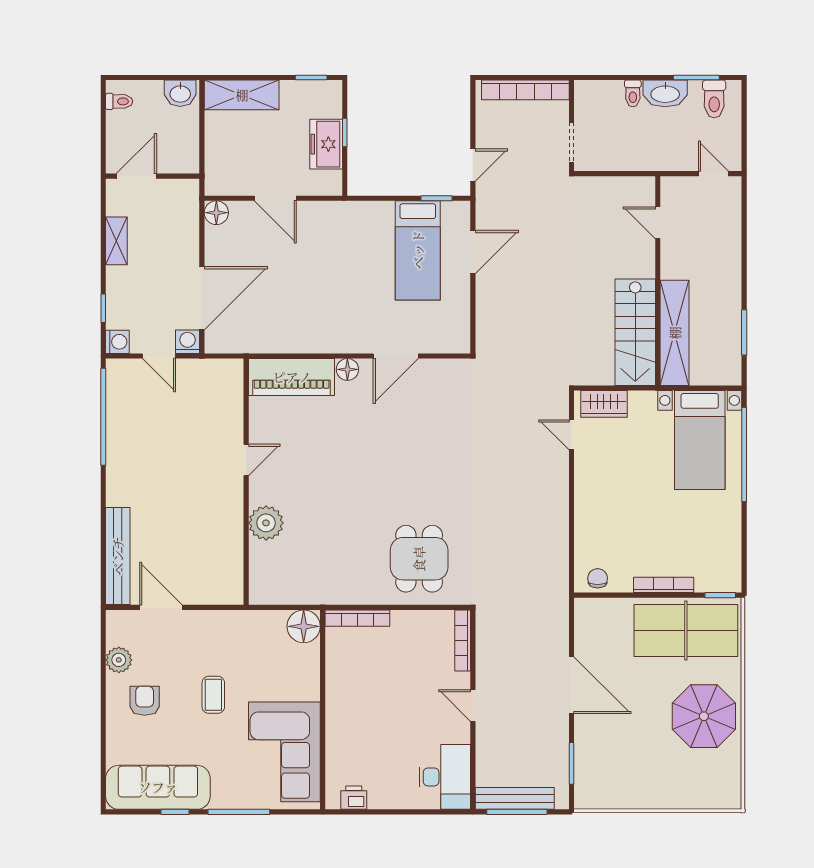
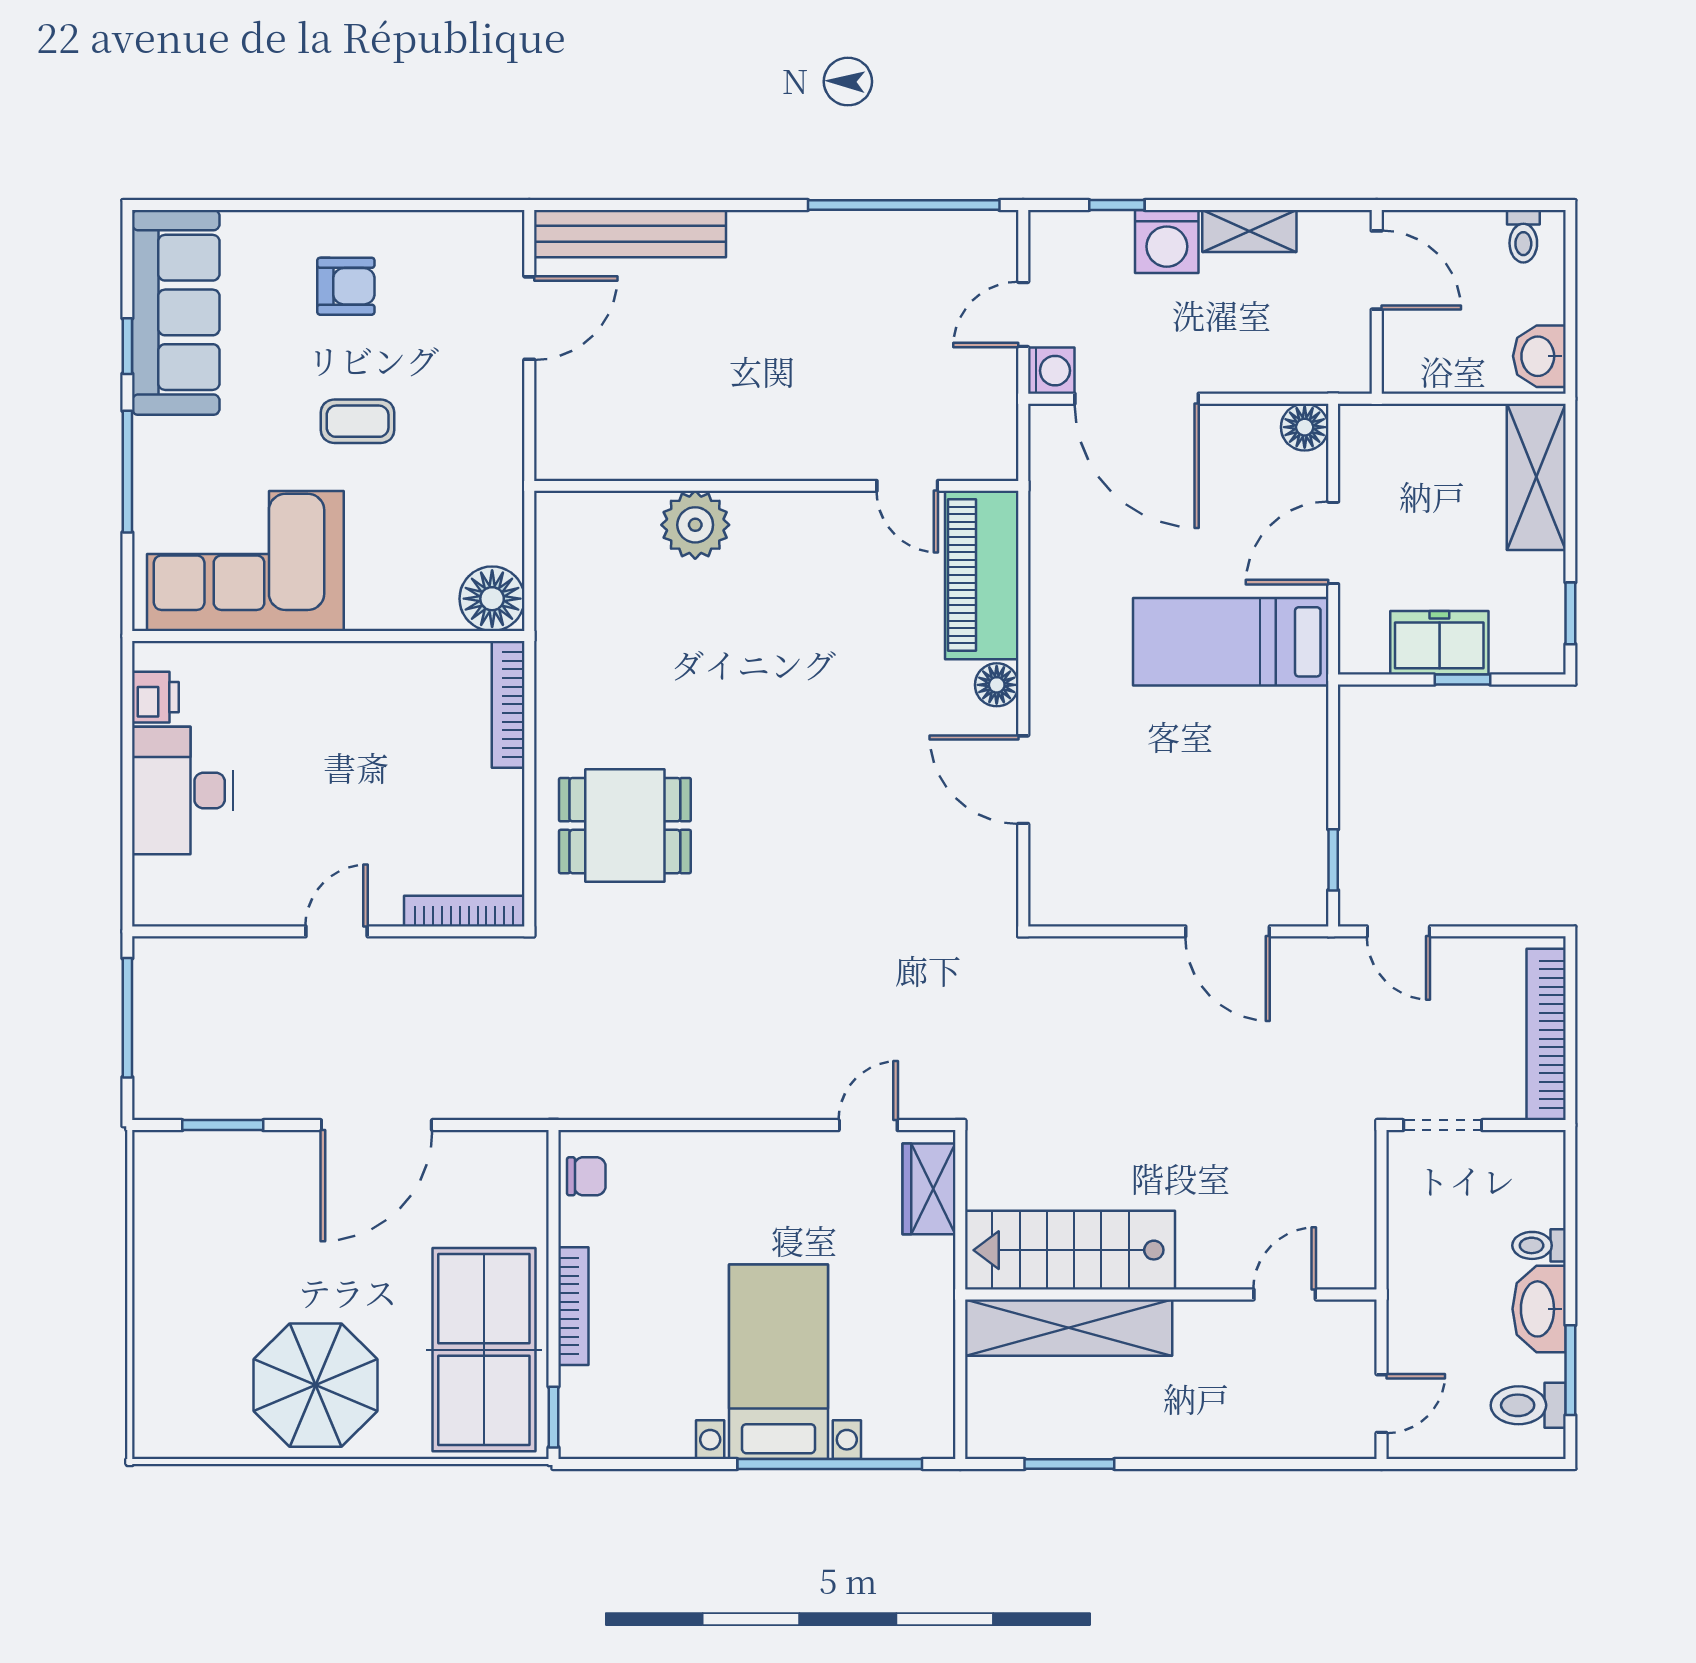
bed: (418, 250) -> (1231, 642), moved
washing machine: (117, 342) -> (1167, 241), moved, width x1.38, depth x1.38
bed with nightstands: (700, 440) -> (778, 1362), moved, turned 90
door: (246, 460) -> (907, 486), moved
plant: (119, 660) -> (426, 235), removed
desk: (445, 777) -> (182, 790), moved, turned 90
bench: (515, 798) -> (154, 1013), removed

